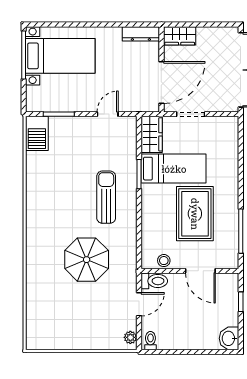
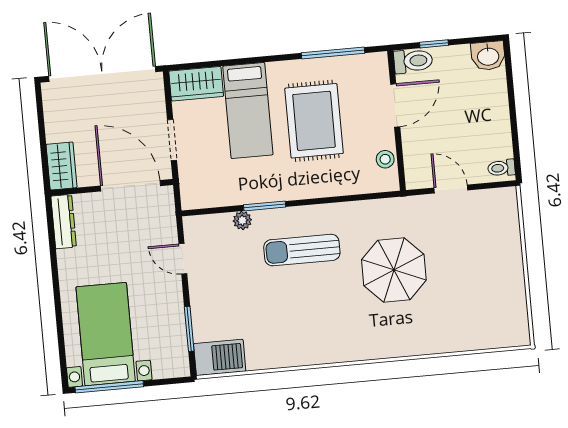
wardrobe: (152, 134) -> (196, 84), moved, turned 180
bed: (174, 169) -> (248, 110), moved, turned 180
rug: (195, 214) -> (314, 121), turned 90
toilet: (154, 281) -> (413, 61), moved, turned 90
plant: (130, 337) -> (242, 220), moved

